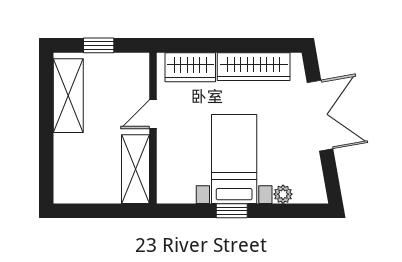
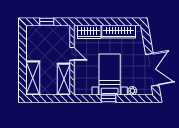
shelving: (68, 96) -> (33, 78), moved
door: (153, 114) -> (72, 54), swing flipped
double door: (320, 116) -> (152, 70), moved

